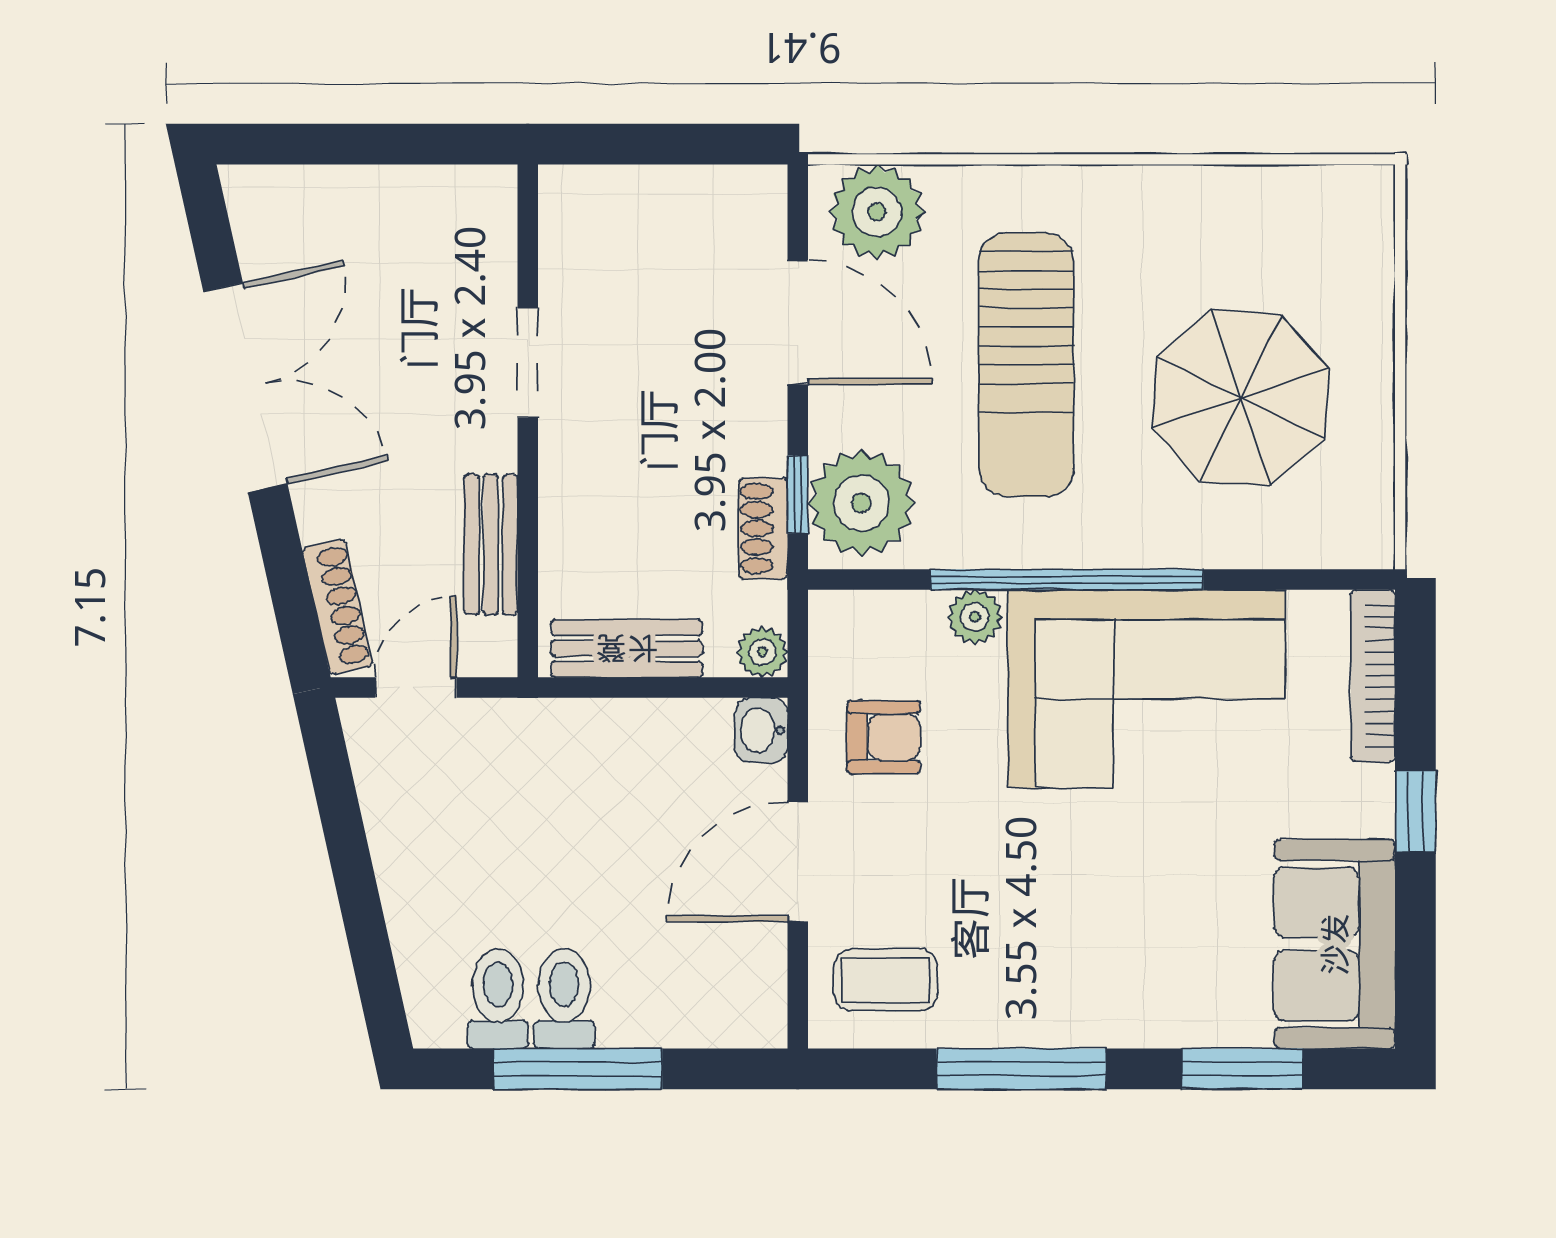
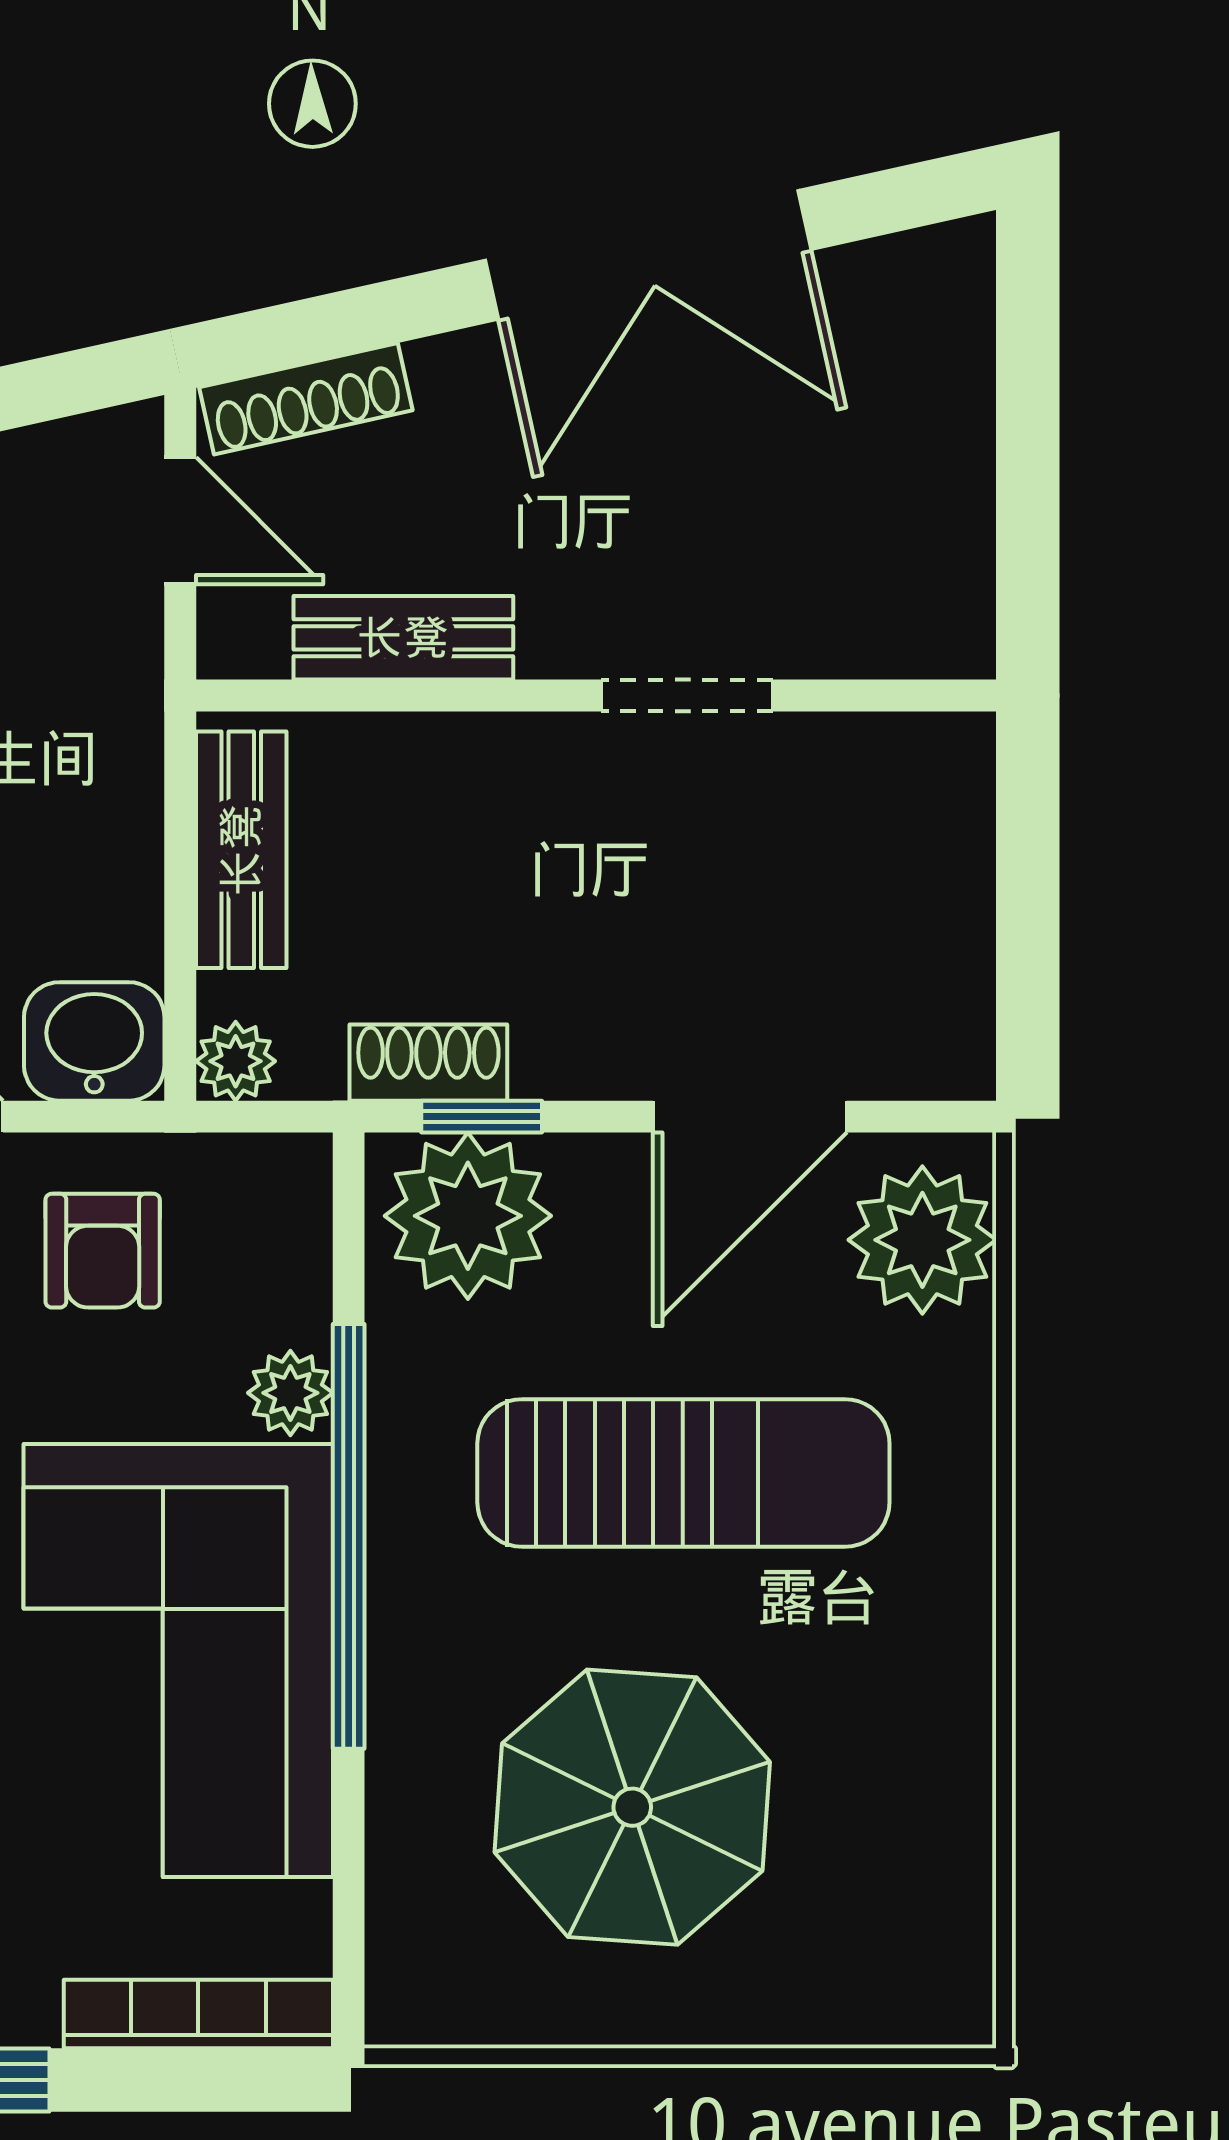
sun lounger: (1026, 365) -> (683, 1473), turned 180
washbasin: (761, 730) -> (94, 1041), width x1.38, depth x1.45

